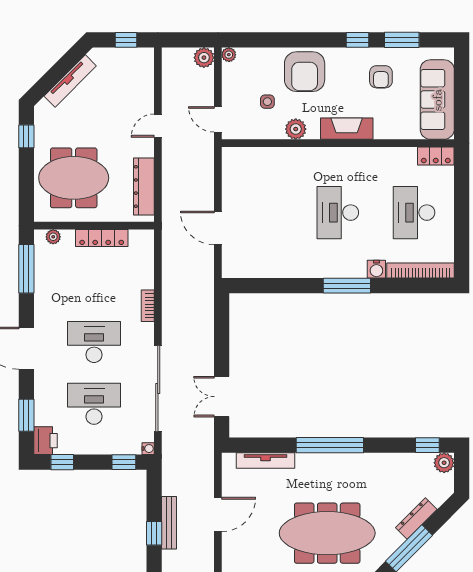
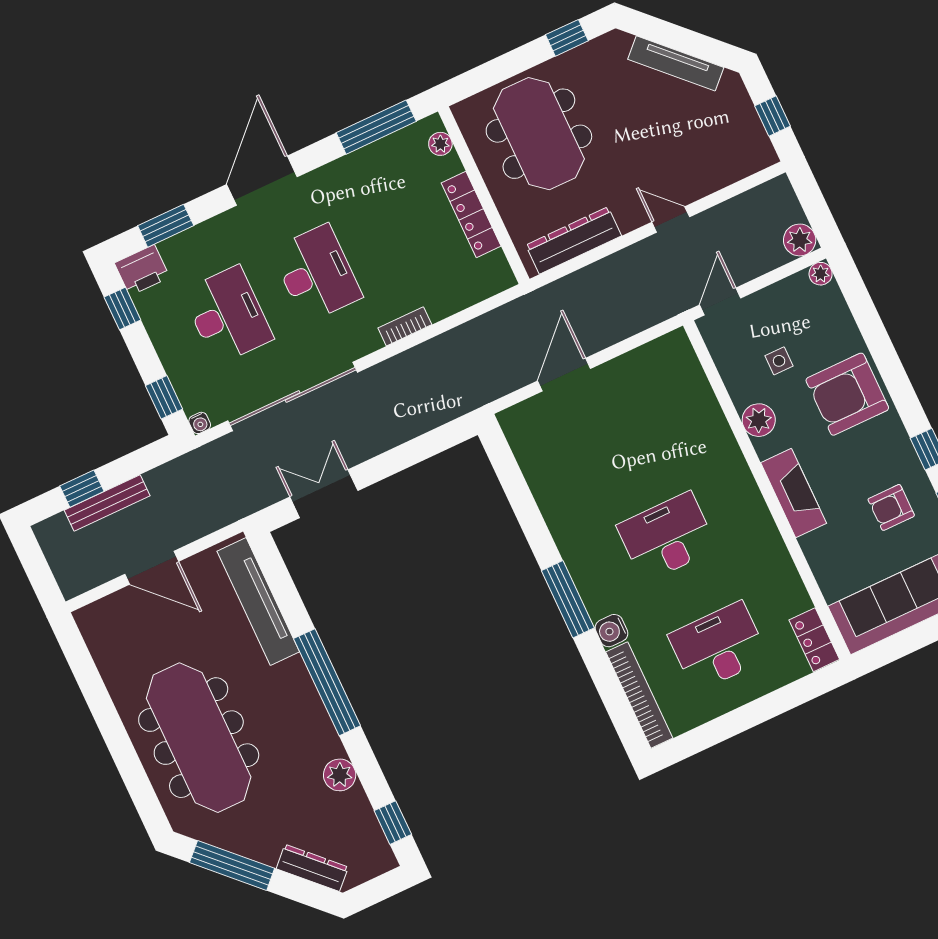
tv unit: (266, 461) -> (258, 602), width x1.36, depth x1.29
plant: (444, 463) -> (340, 775), moved
dresser: (416, 519) -> (312, 868), moved

